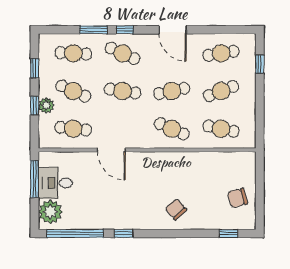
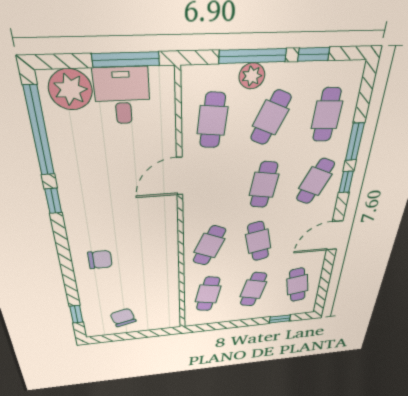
cafe table: (221, 91) -> (253, 289), turned 36
window: (35, 106) -> (253, 56), width x2.17
chair: (176, 209) -> (100, 260), turned 42

